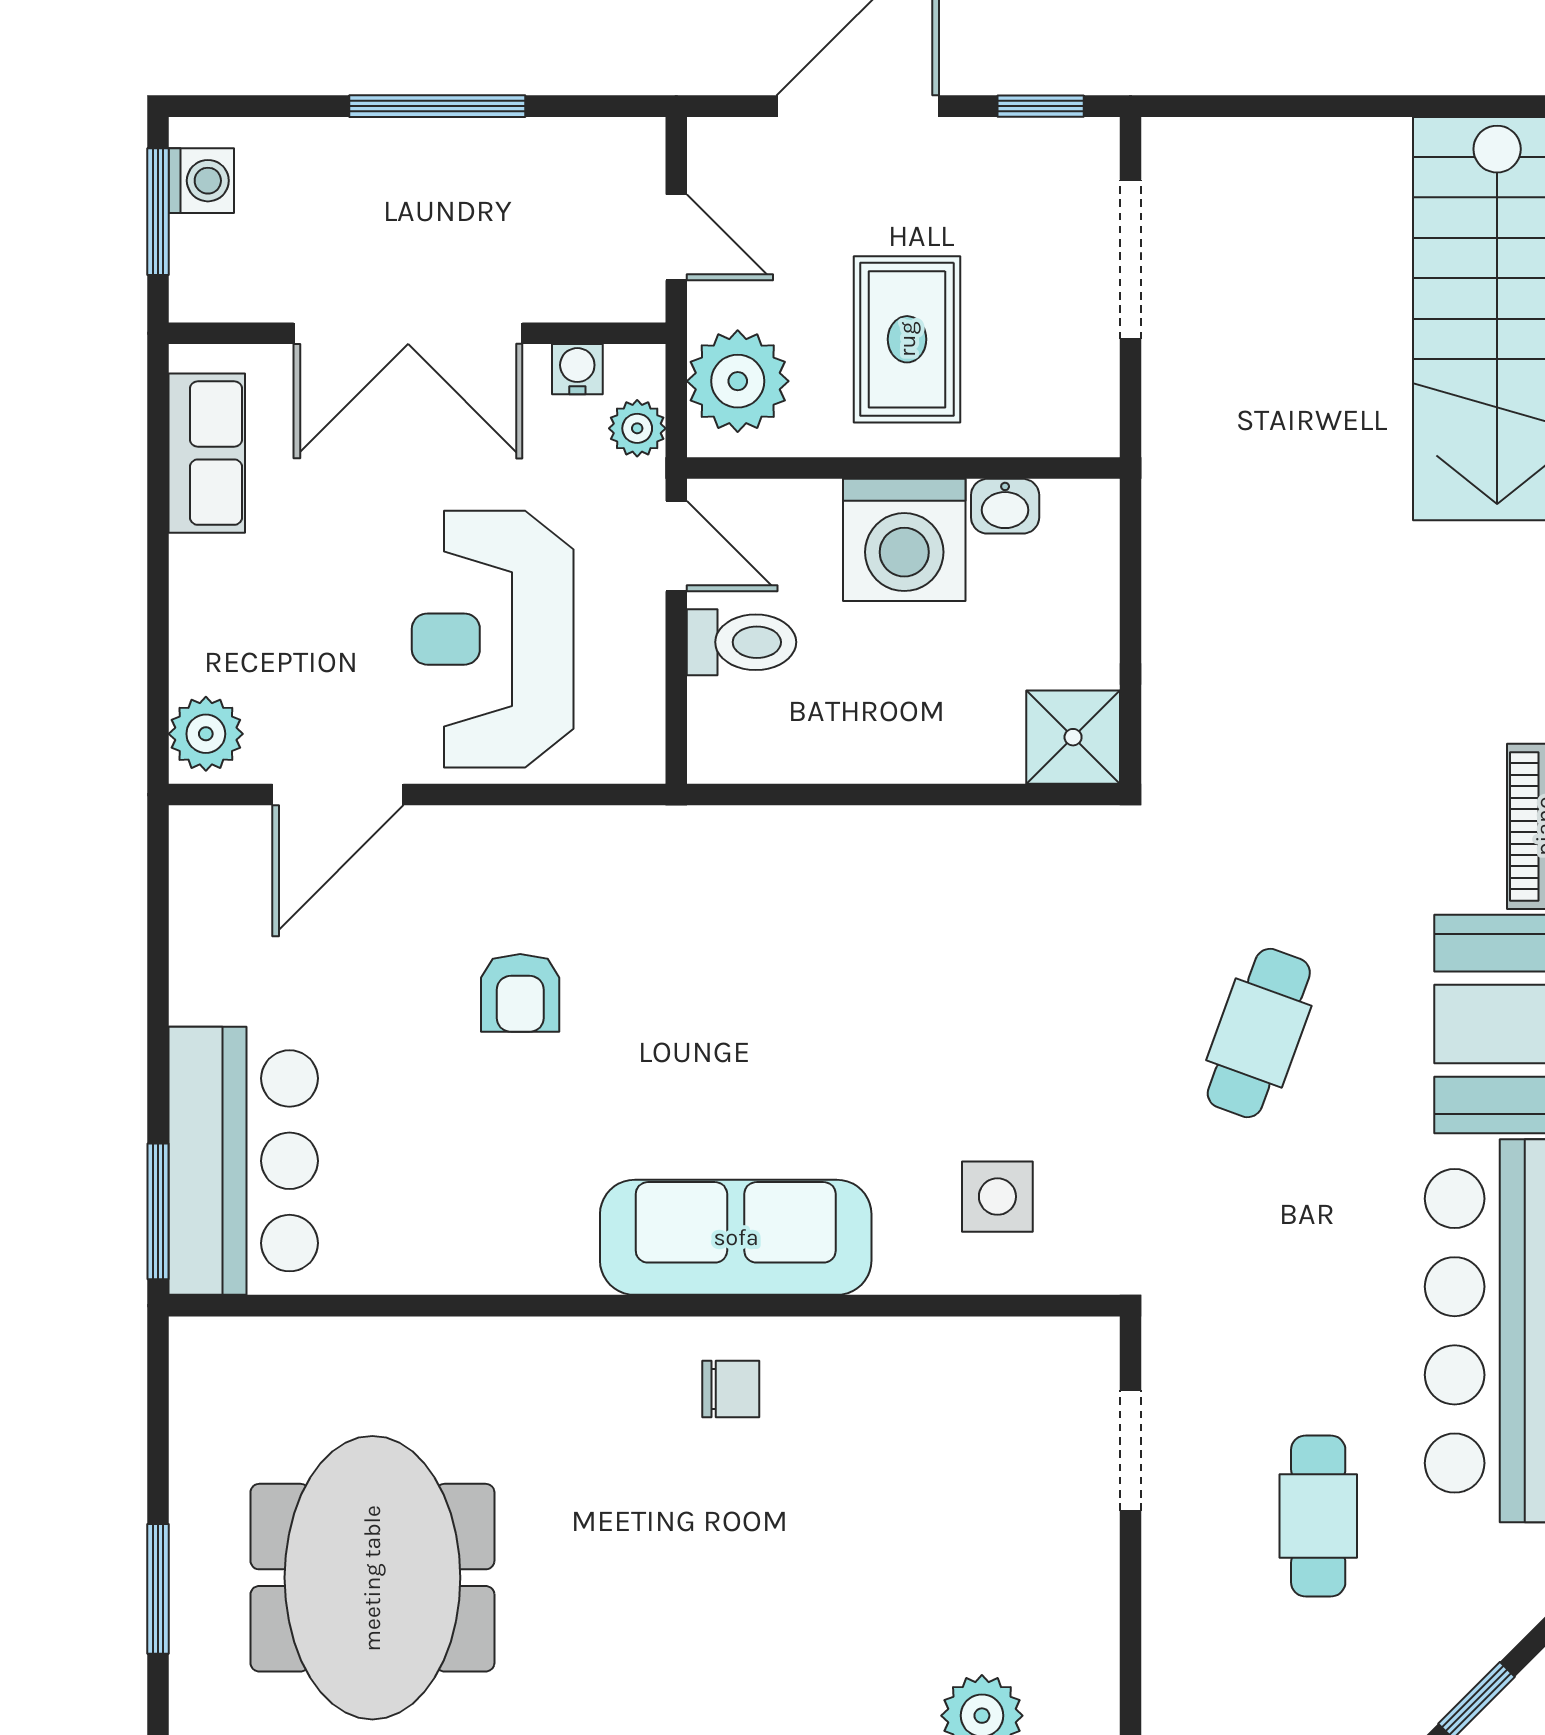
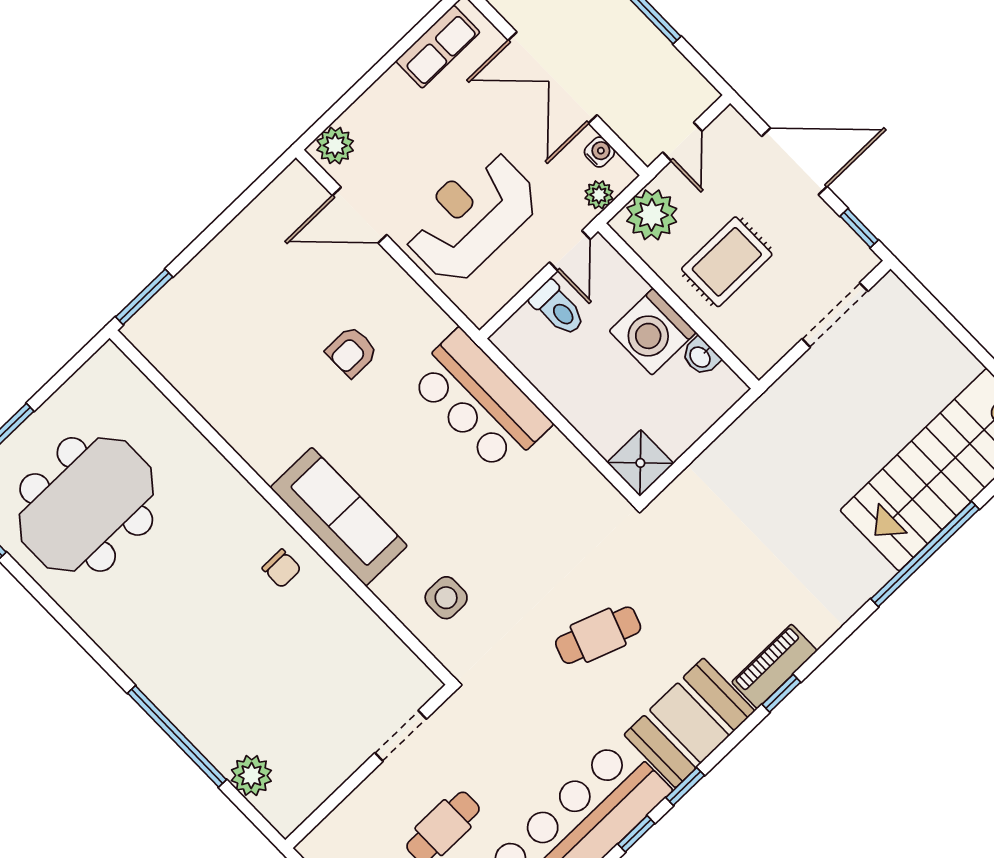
bar counter: (243, 1161) -> (480, 401), moved, turned 90

